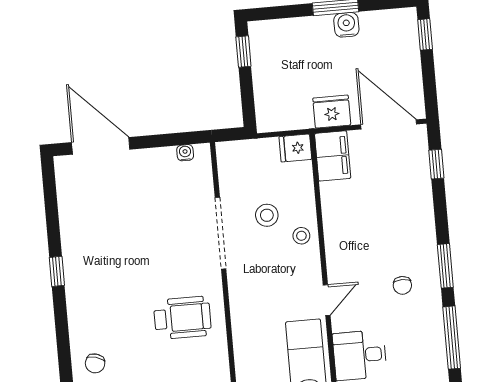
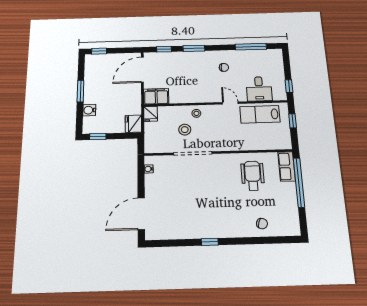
water cooler: (346, 25) -> (89, 110), moved
fridge: (332, 112) -> (133, 124), moved
window: (445, 266) -> (194, 48), moved
wheelchair: (182, 318) -> (253, 176), moved

